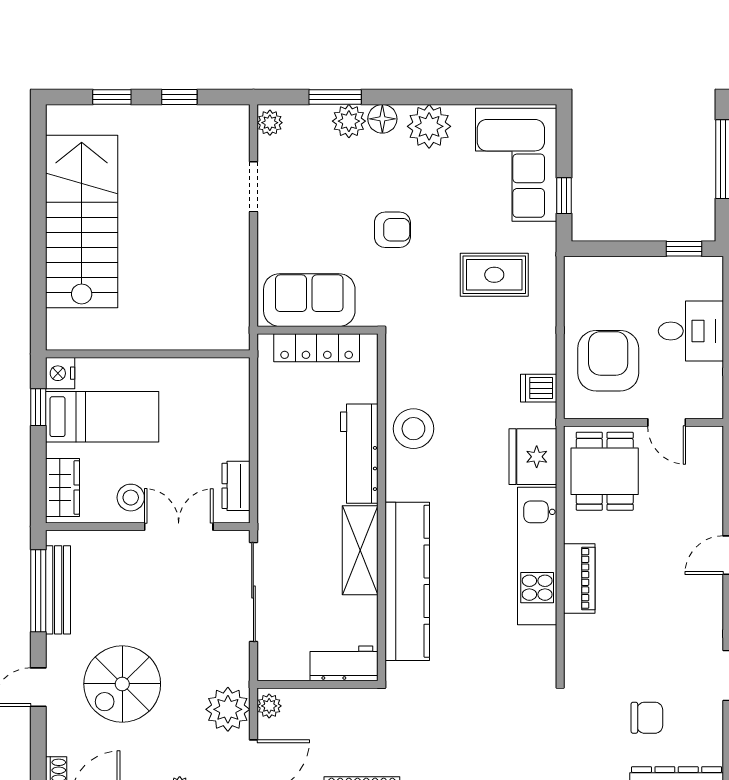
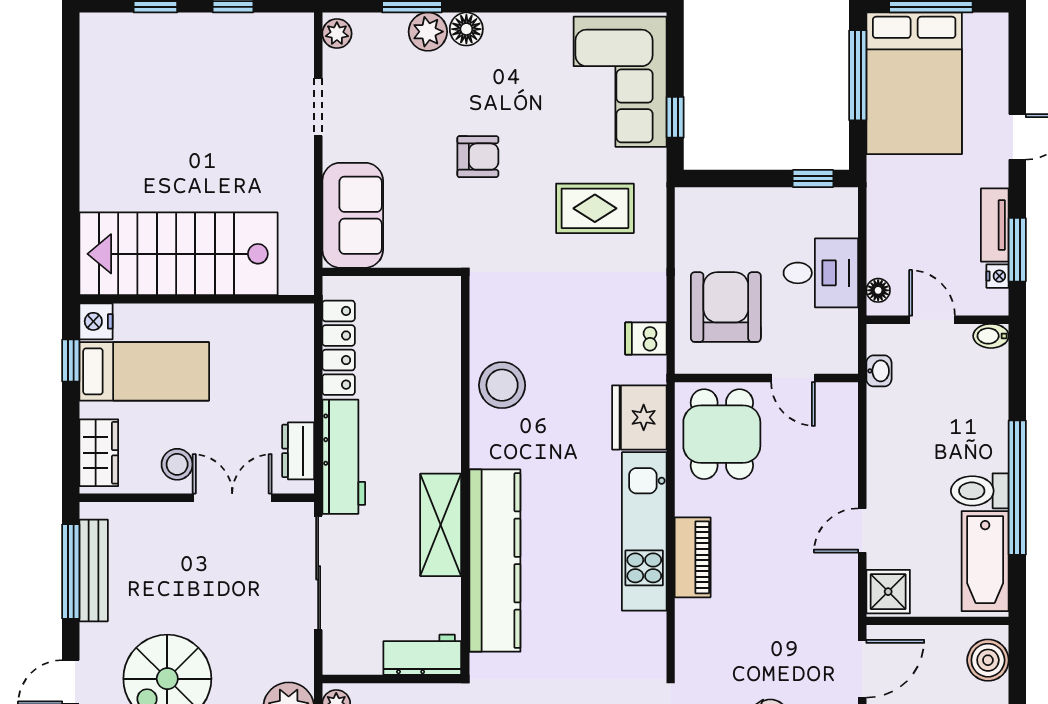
plant: (429, 126) -> (520, 38), removed
stairs: (82, 221) -> (179, 254), moved, turned -90
sofa: (309, 300) -> (353, 215), moved, turned 90
locker: (317, 348) -> (339, 348), moved, turned -90
workbench: (359, 454) -> (344, 457), moved, turned 180

